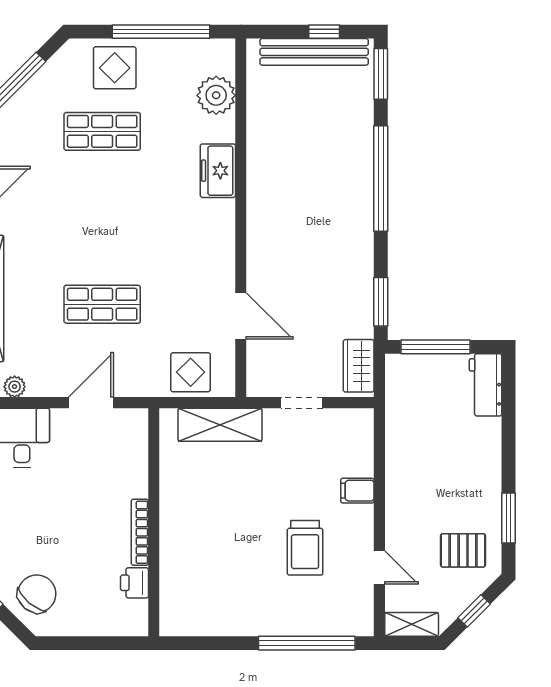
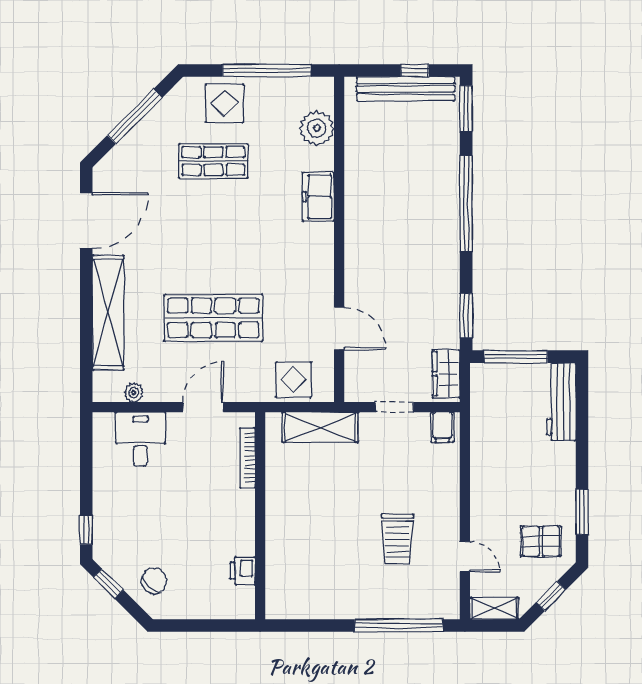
shop shelf: (102, 304) -> (213, 318), width x1.43, depth x1.36
workbench: (486, 385) -> (561, 402), width x1.38
filing cabinet: (357, 491) -> (442, 427), moved, turned -90
bookcase: (140, 532) -> (248, 458), moved
chair: (37, 594) -> (154, 581), width x0.73, depth x0.73

